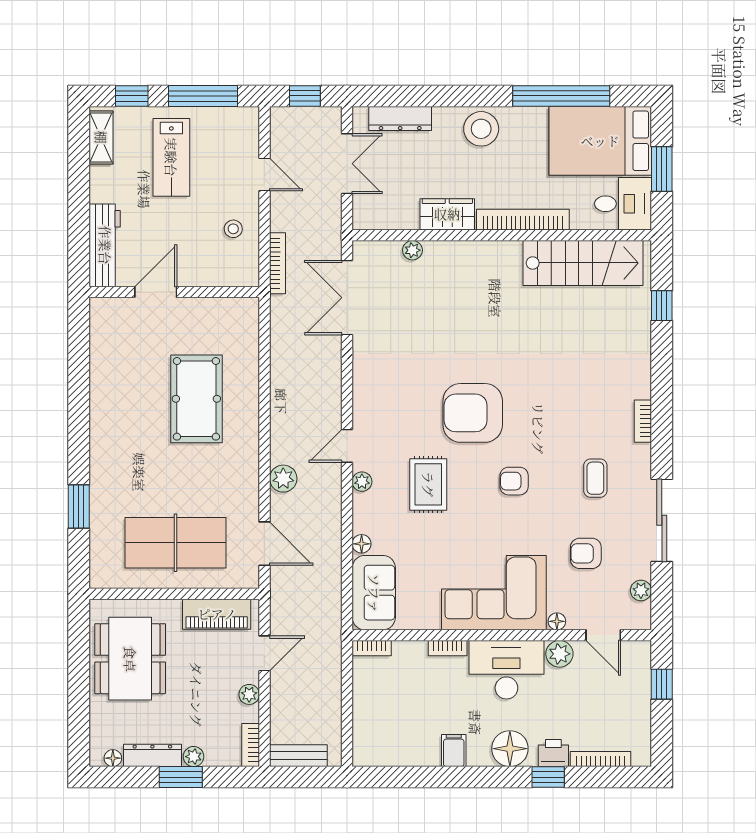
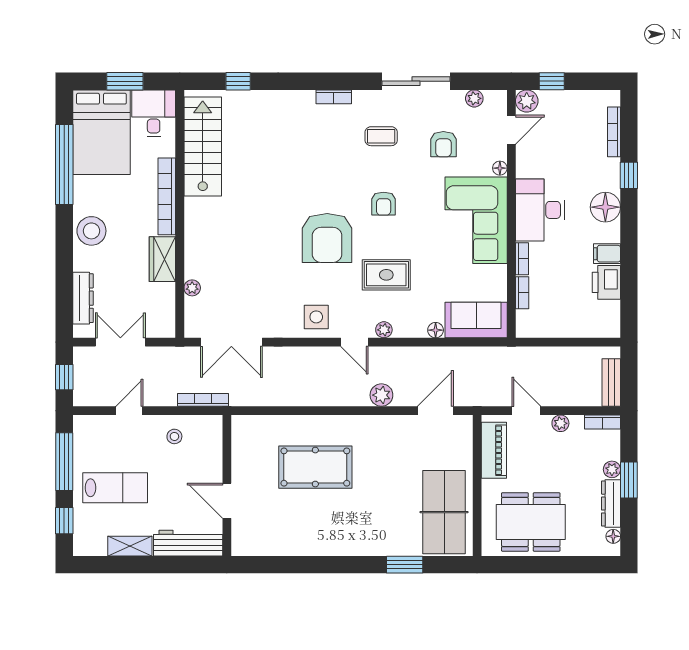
shelving: (101, 137) -> (130, 546), moved
side table: (377, 400) -> (316, 317), added
table tennis table: (176, 543) -> (444, 512), moved
bookcase: (372, 648) -> (522, 293), moved
plant: (559, 654) -> (527, 101), moved
printer: (553, 753) -> (606, 282), moved, width x1.36, depth x1.24

